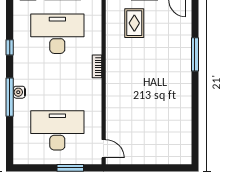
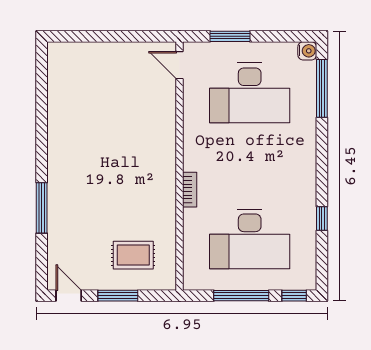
rug: (134, 23) -> (133, 255), turned 90
water cooler: (19, 92) -> (307, 51), moved
window: (10, 97) -> (322, 88), moved

